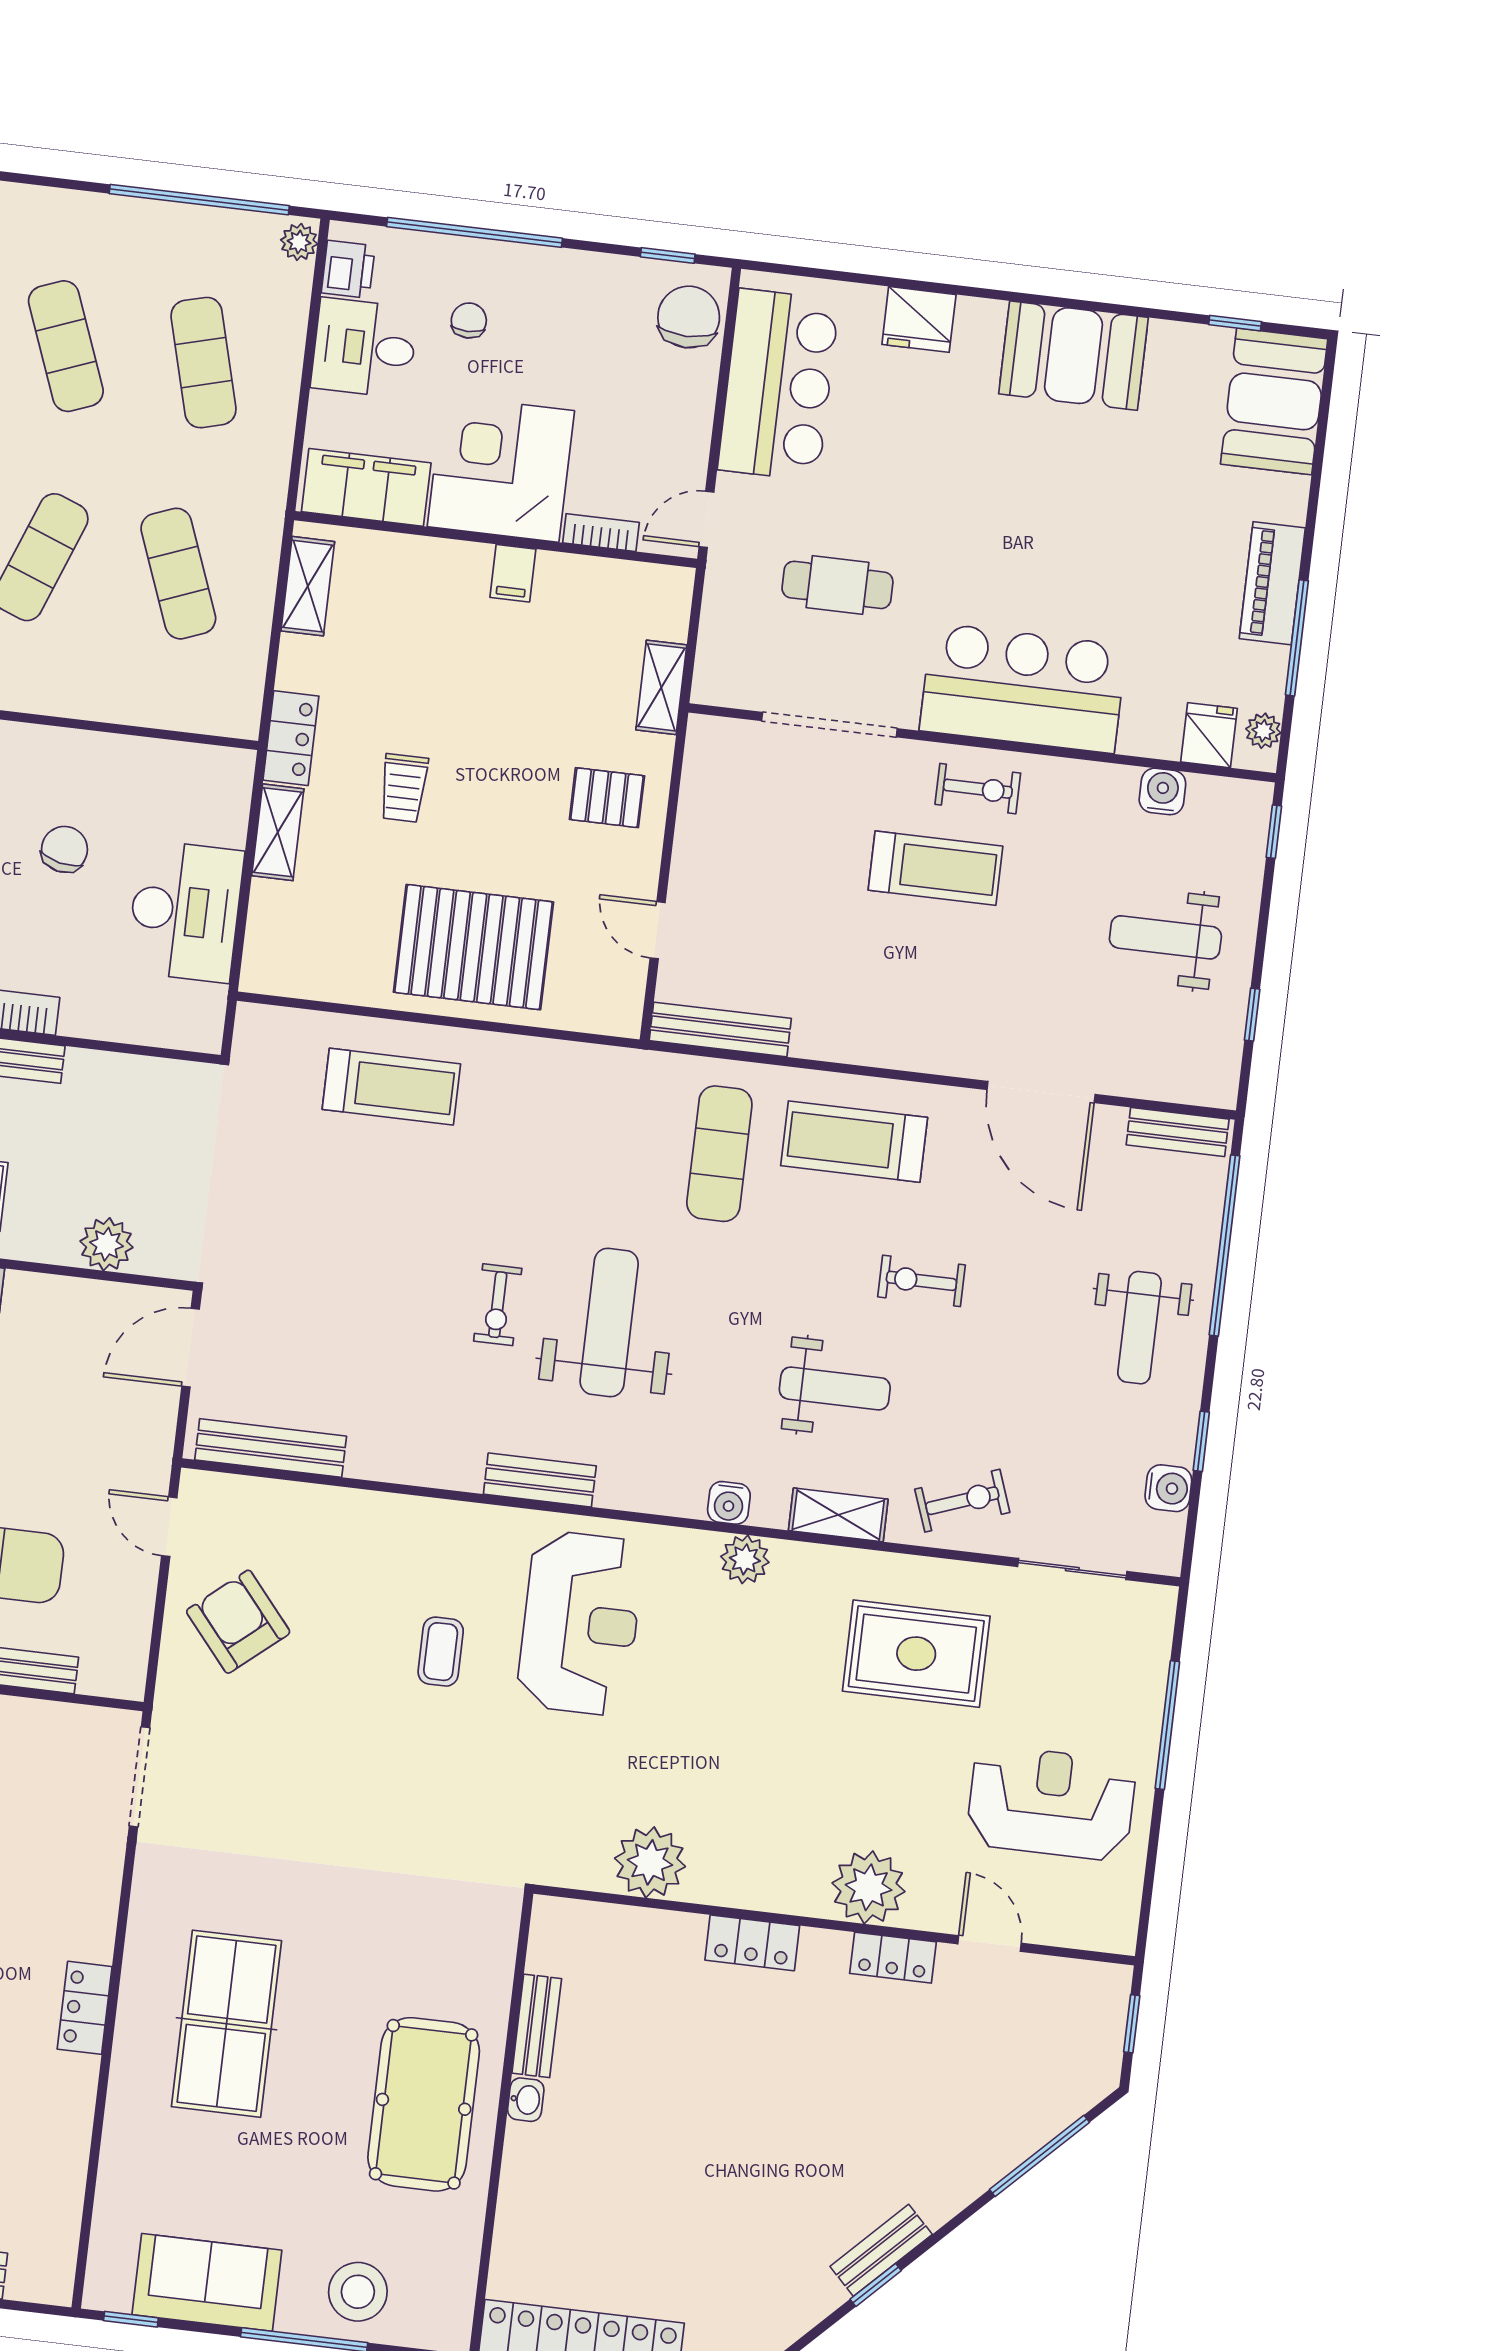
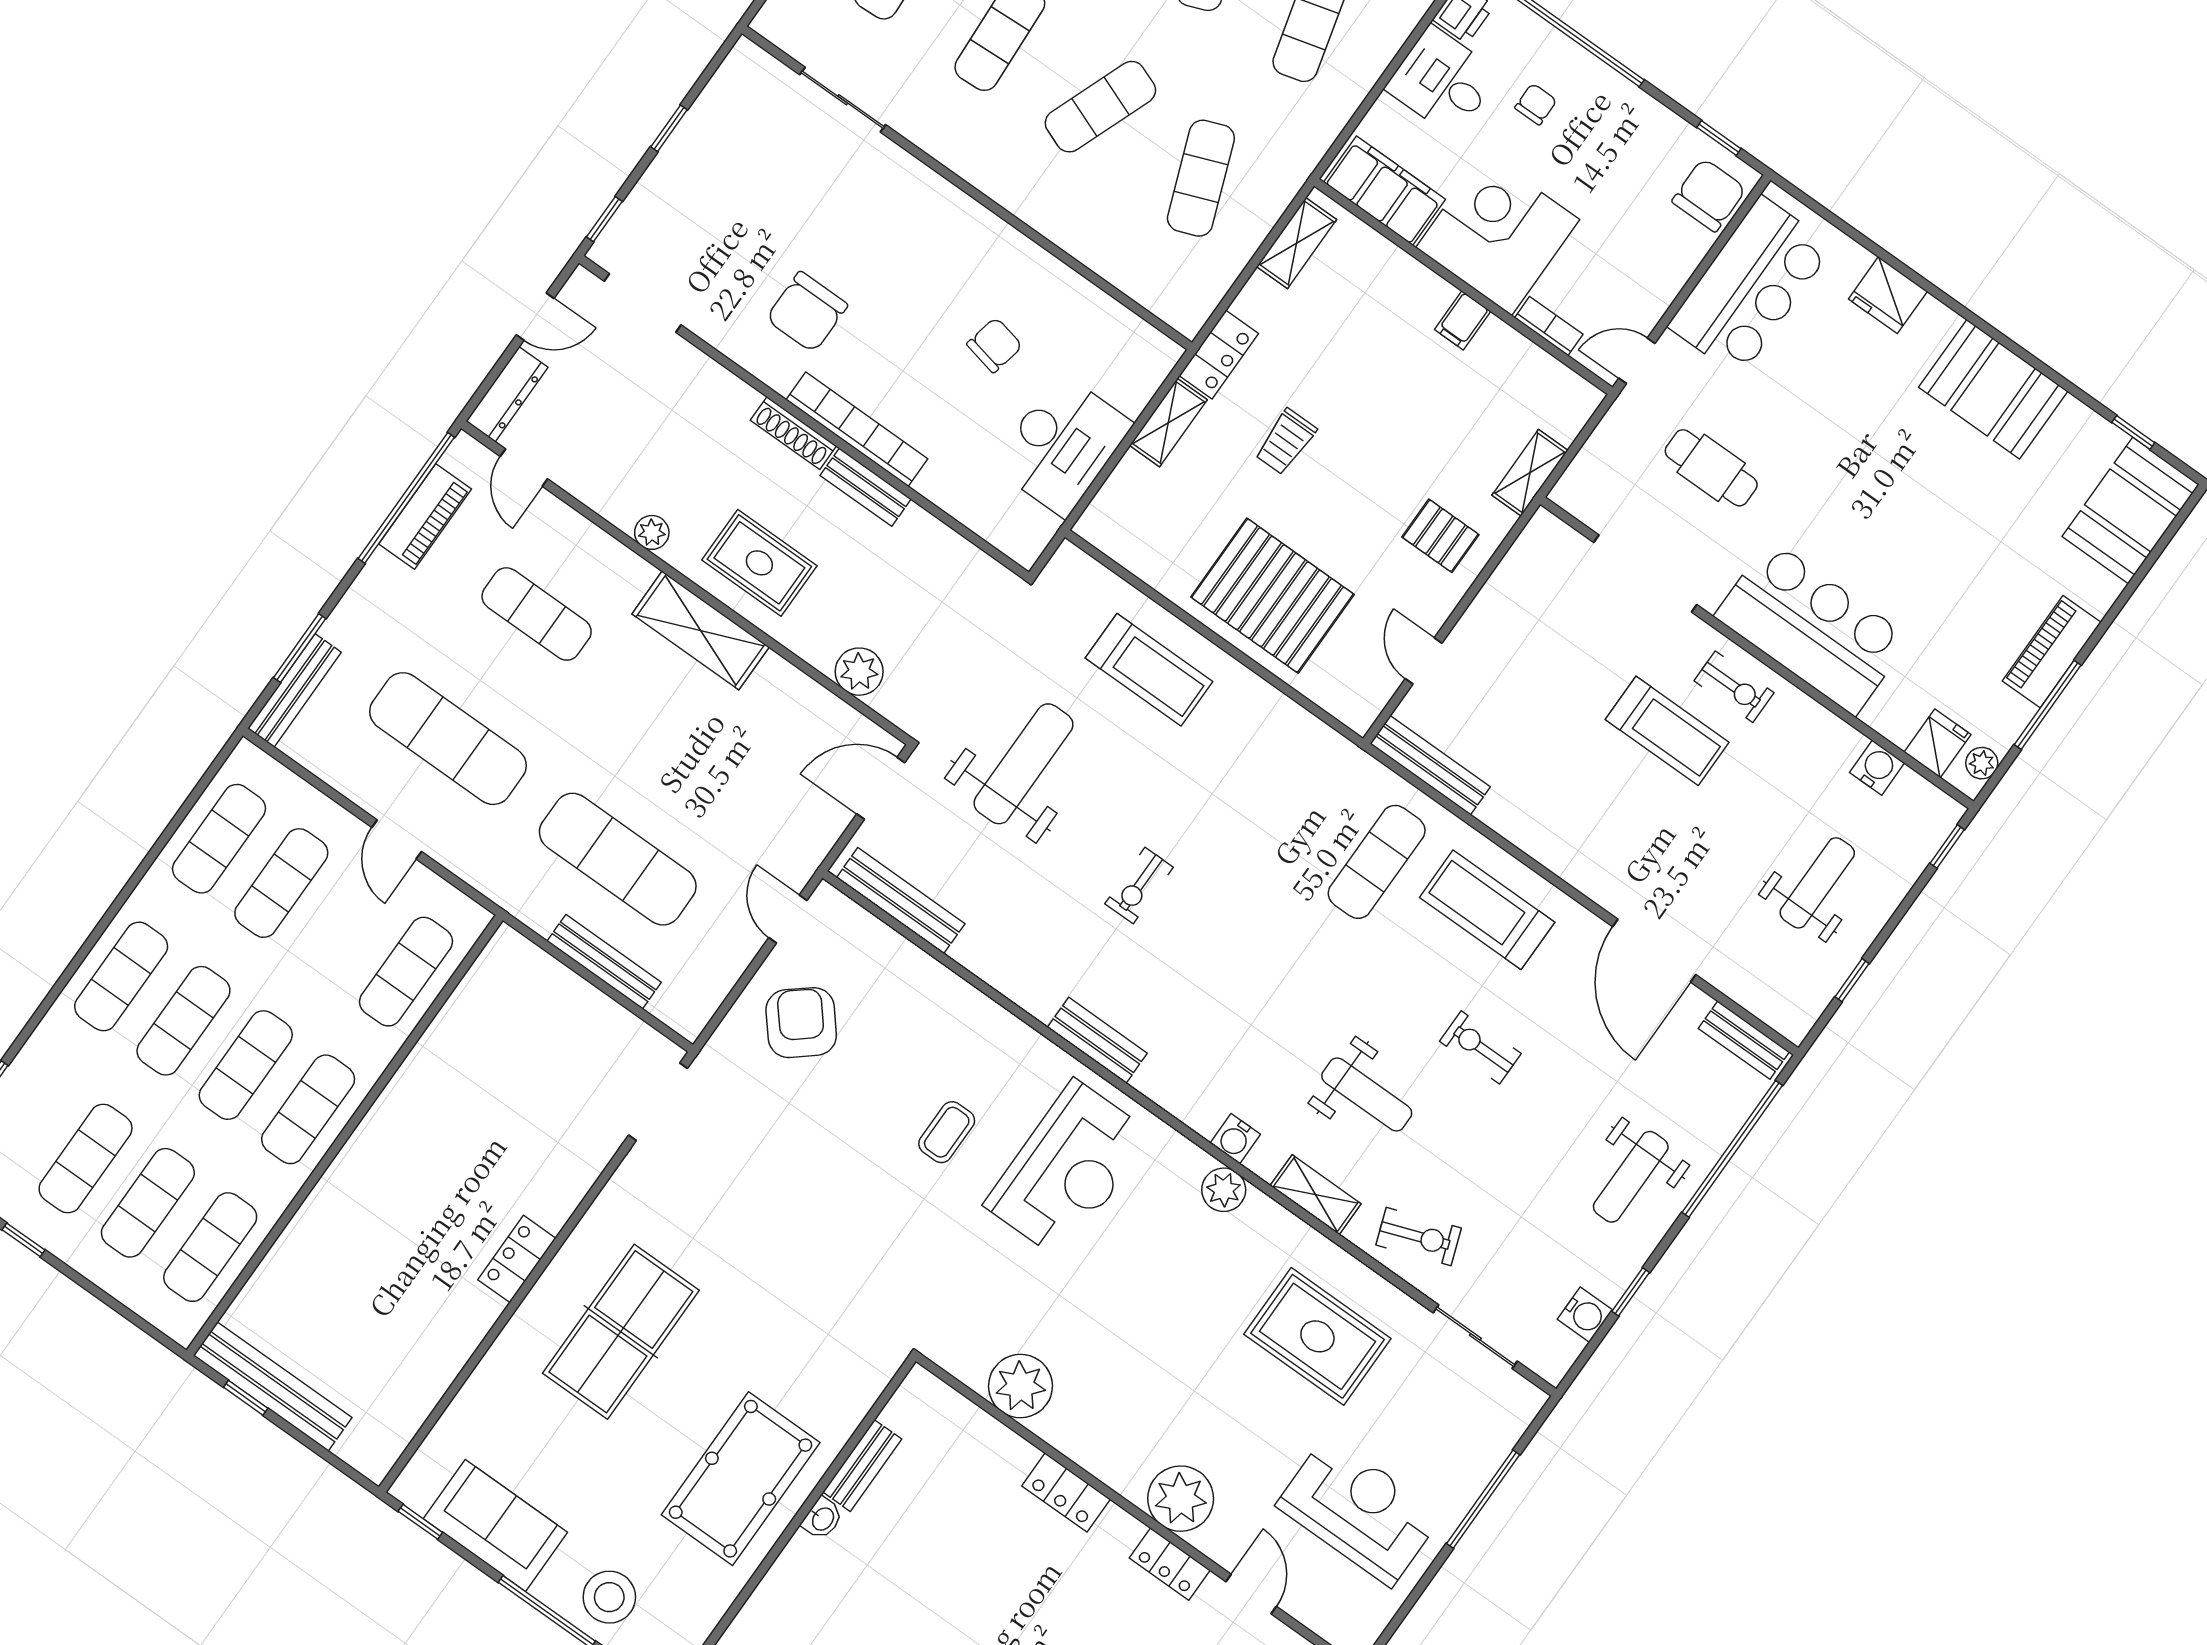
weight bench: (1165, 937) -> (1817, 883), turned 90
weight bench: (609, 1322) -> (1024, 764), moved

